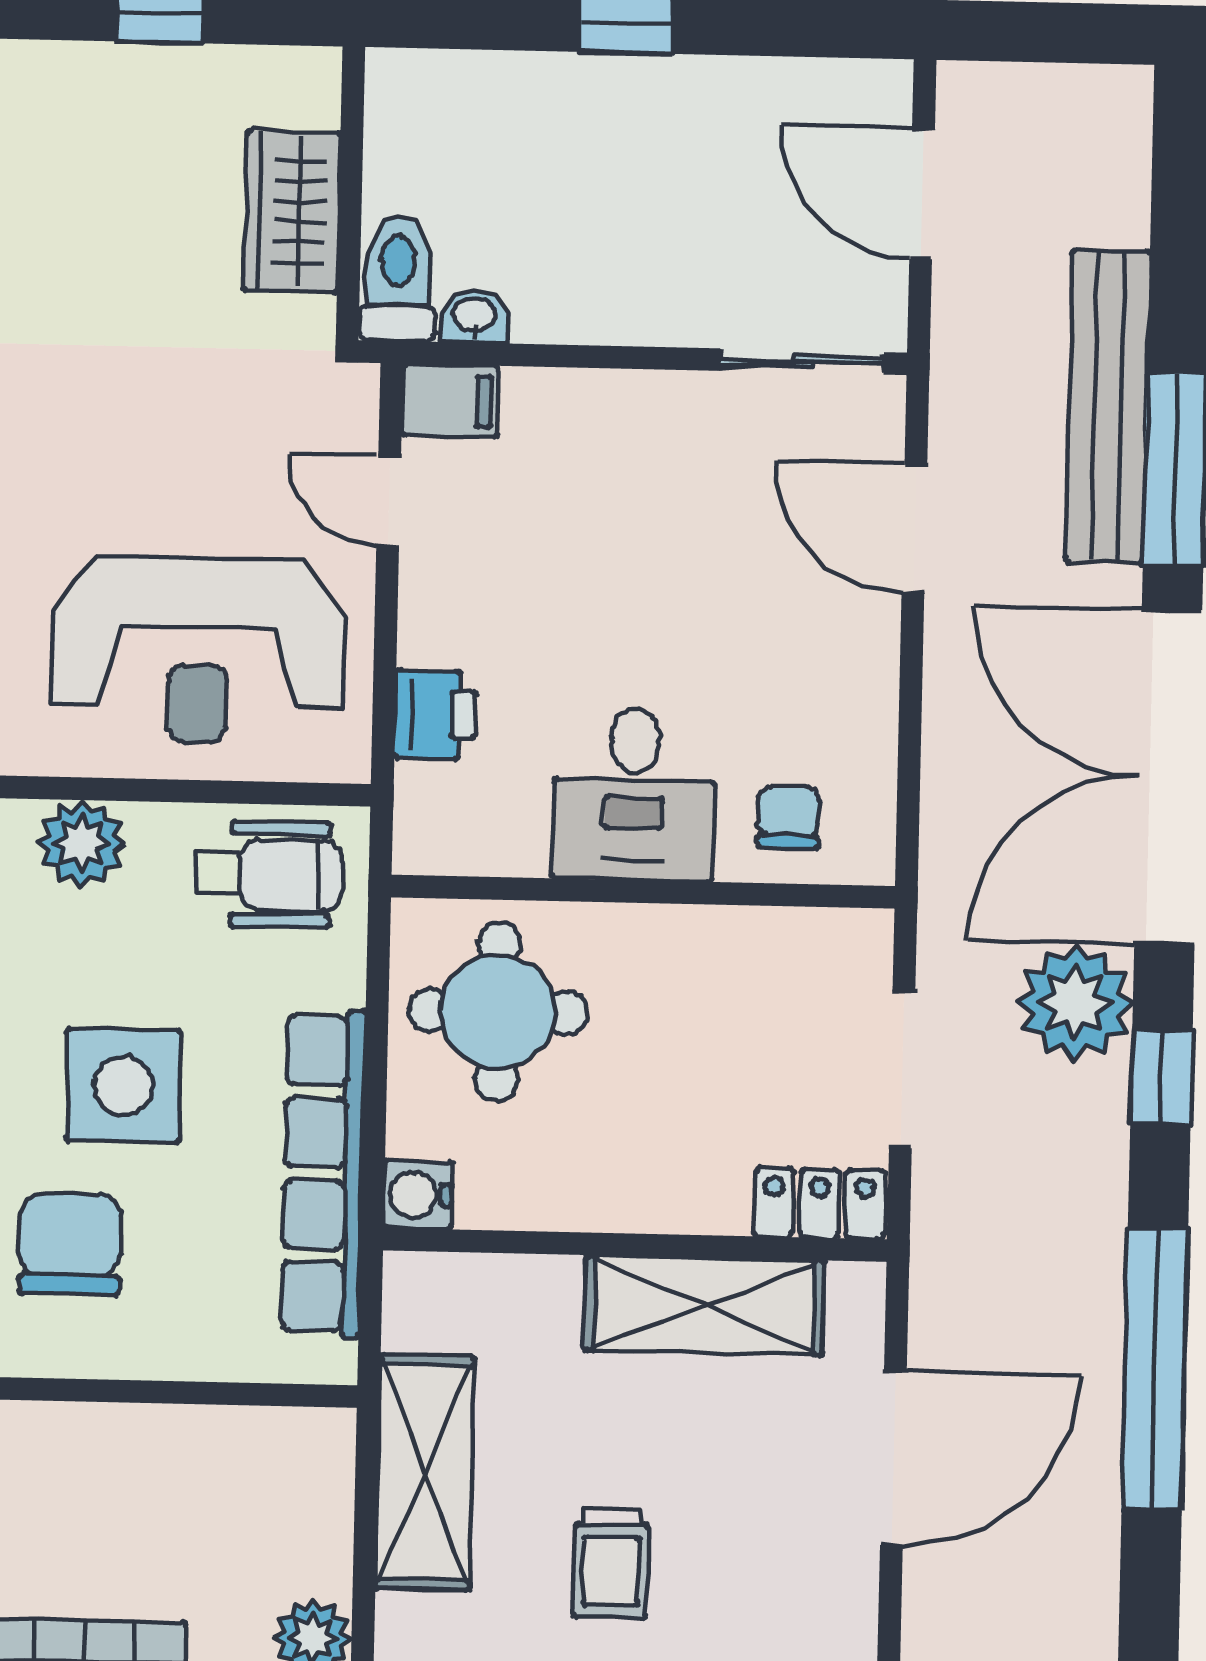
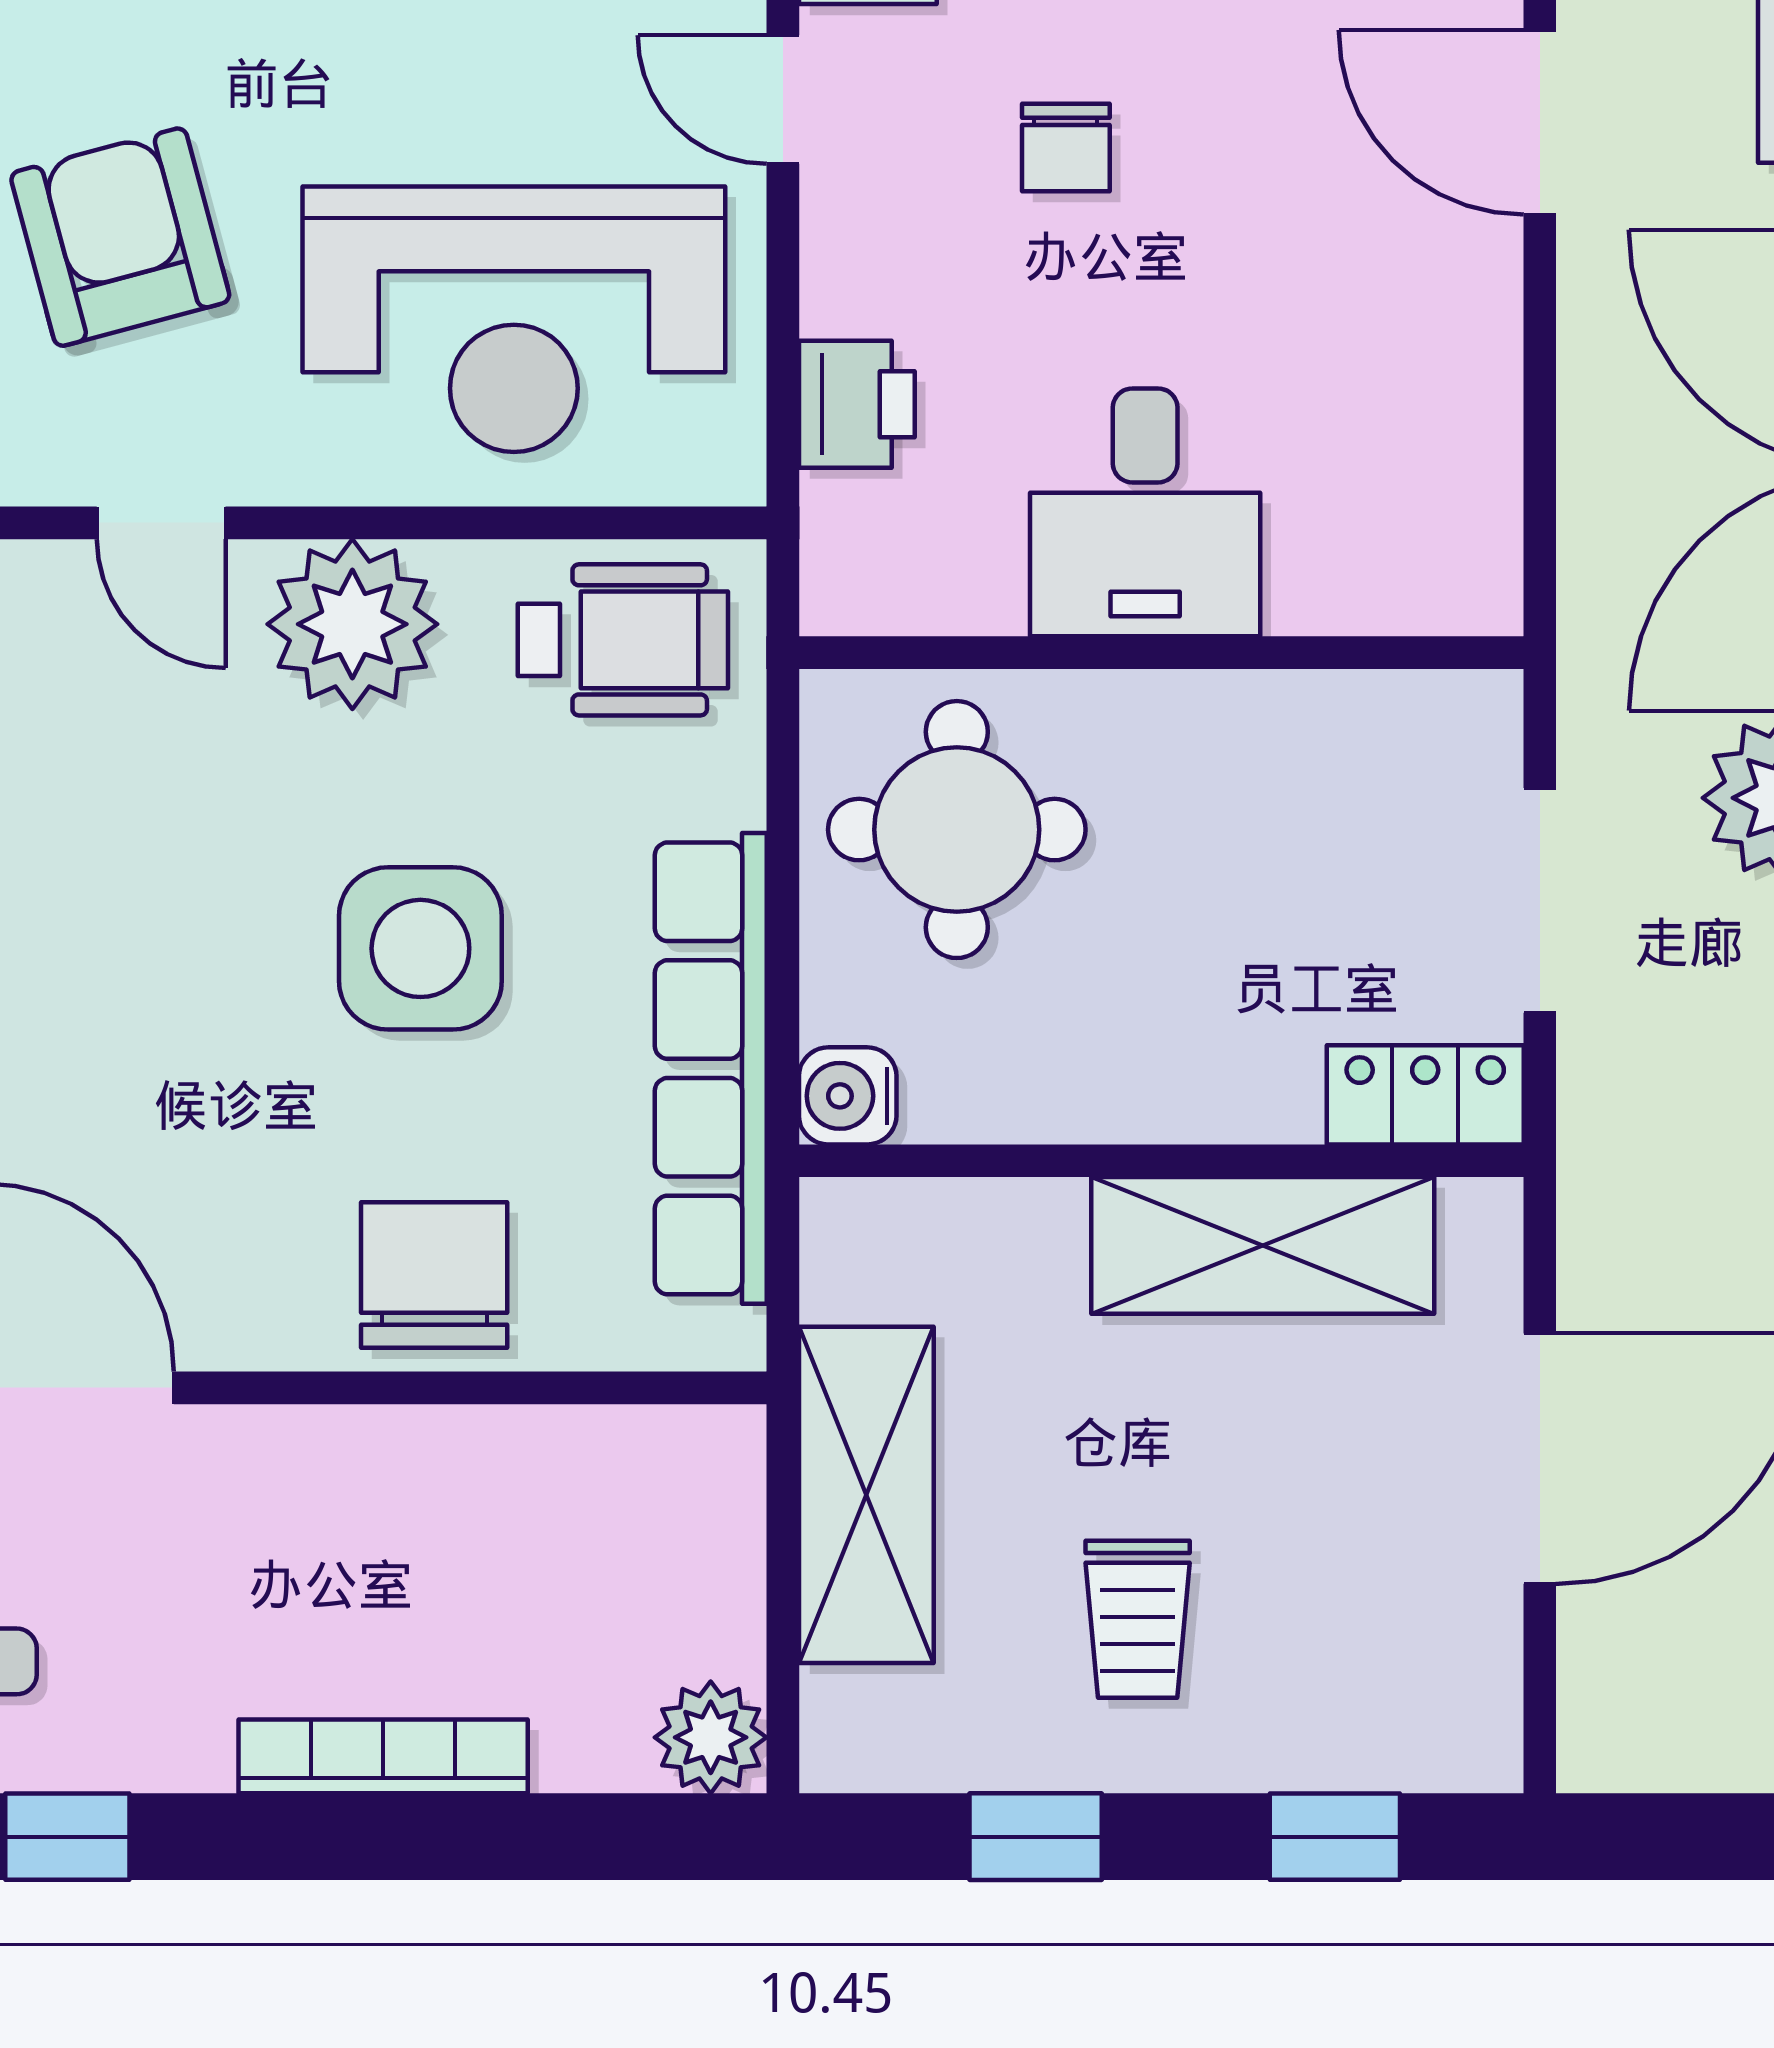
chair: (788, 818) -> (1066, 148), moved, turned 180
plant: (81, 843) -> (352, 624), width x1.36, depth x1.36
chair: (70, 1244) -> (434, 1275), moved

